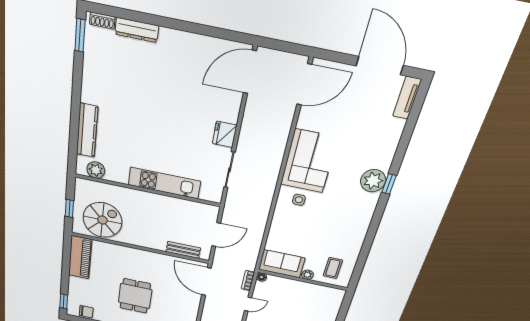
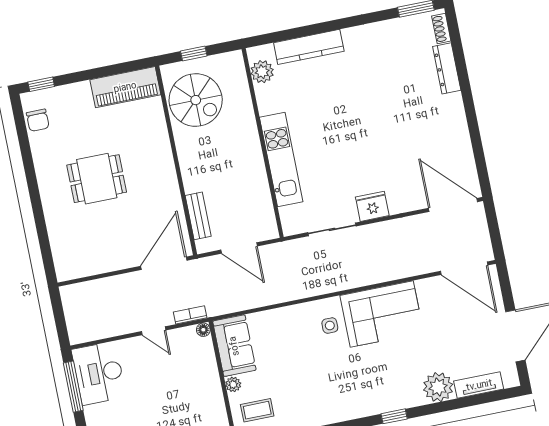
tv unit: (407, 98) -> (479, 385), moved
plant: (373, 181) -> (438, 387), moved

